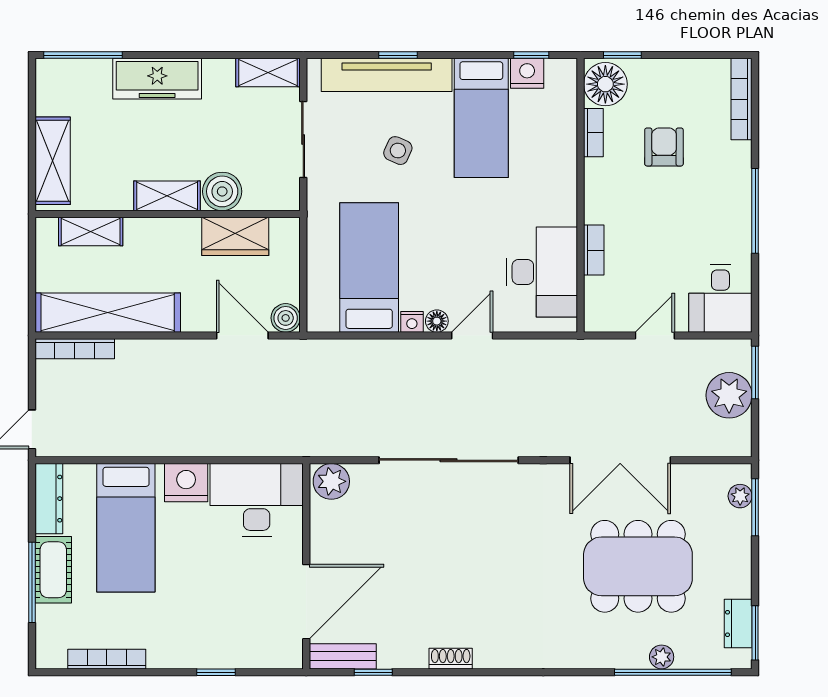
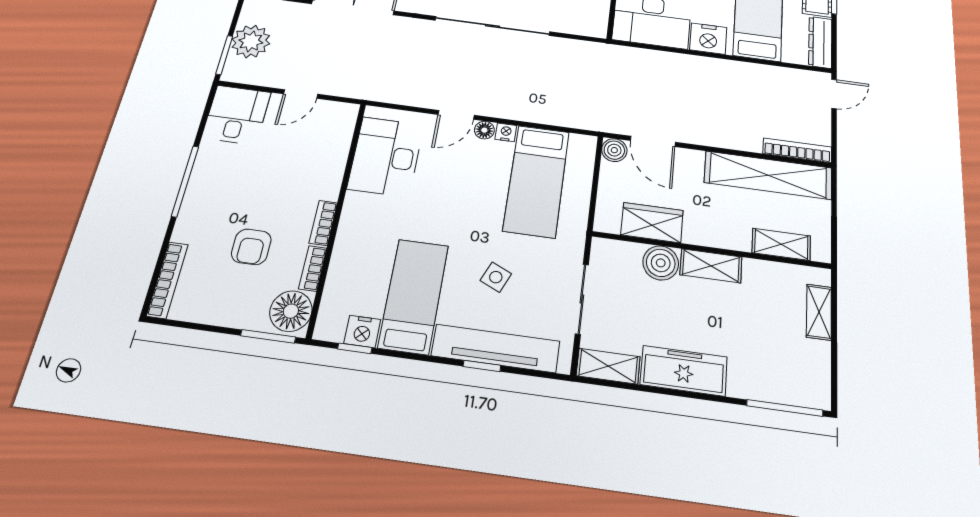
window: (622, 55) -> (268, 336), width x1.50
freezer: (157, 79) -> (684, 371), moved
shelving: (53, 161) -> (819, 312), width x0.67, depth x0.75
bookcase: (594, 250) -> (323, 223), moved
plant: (331, 481) -> (590, 24), removed

